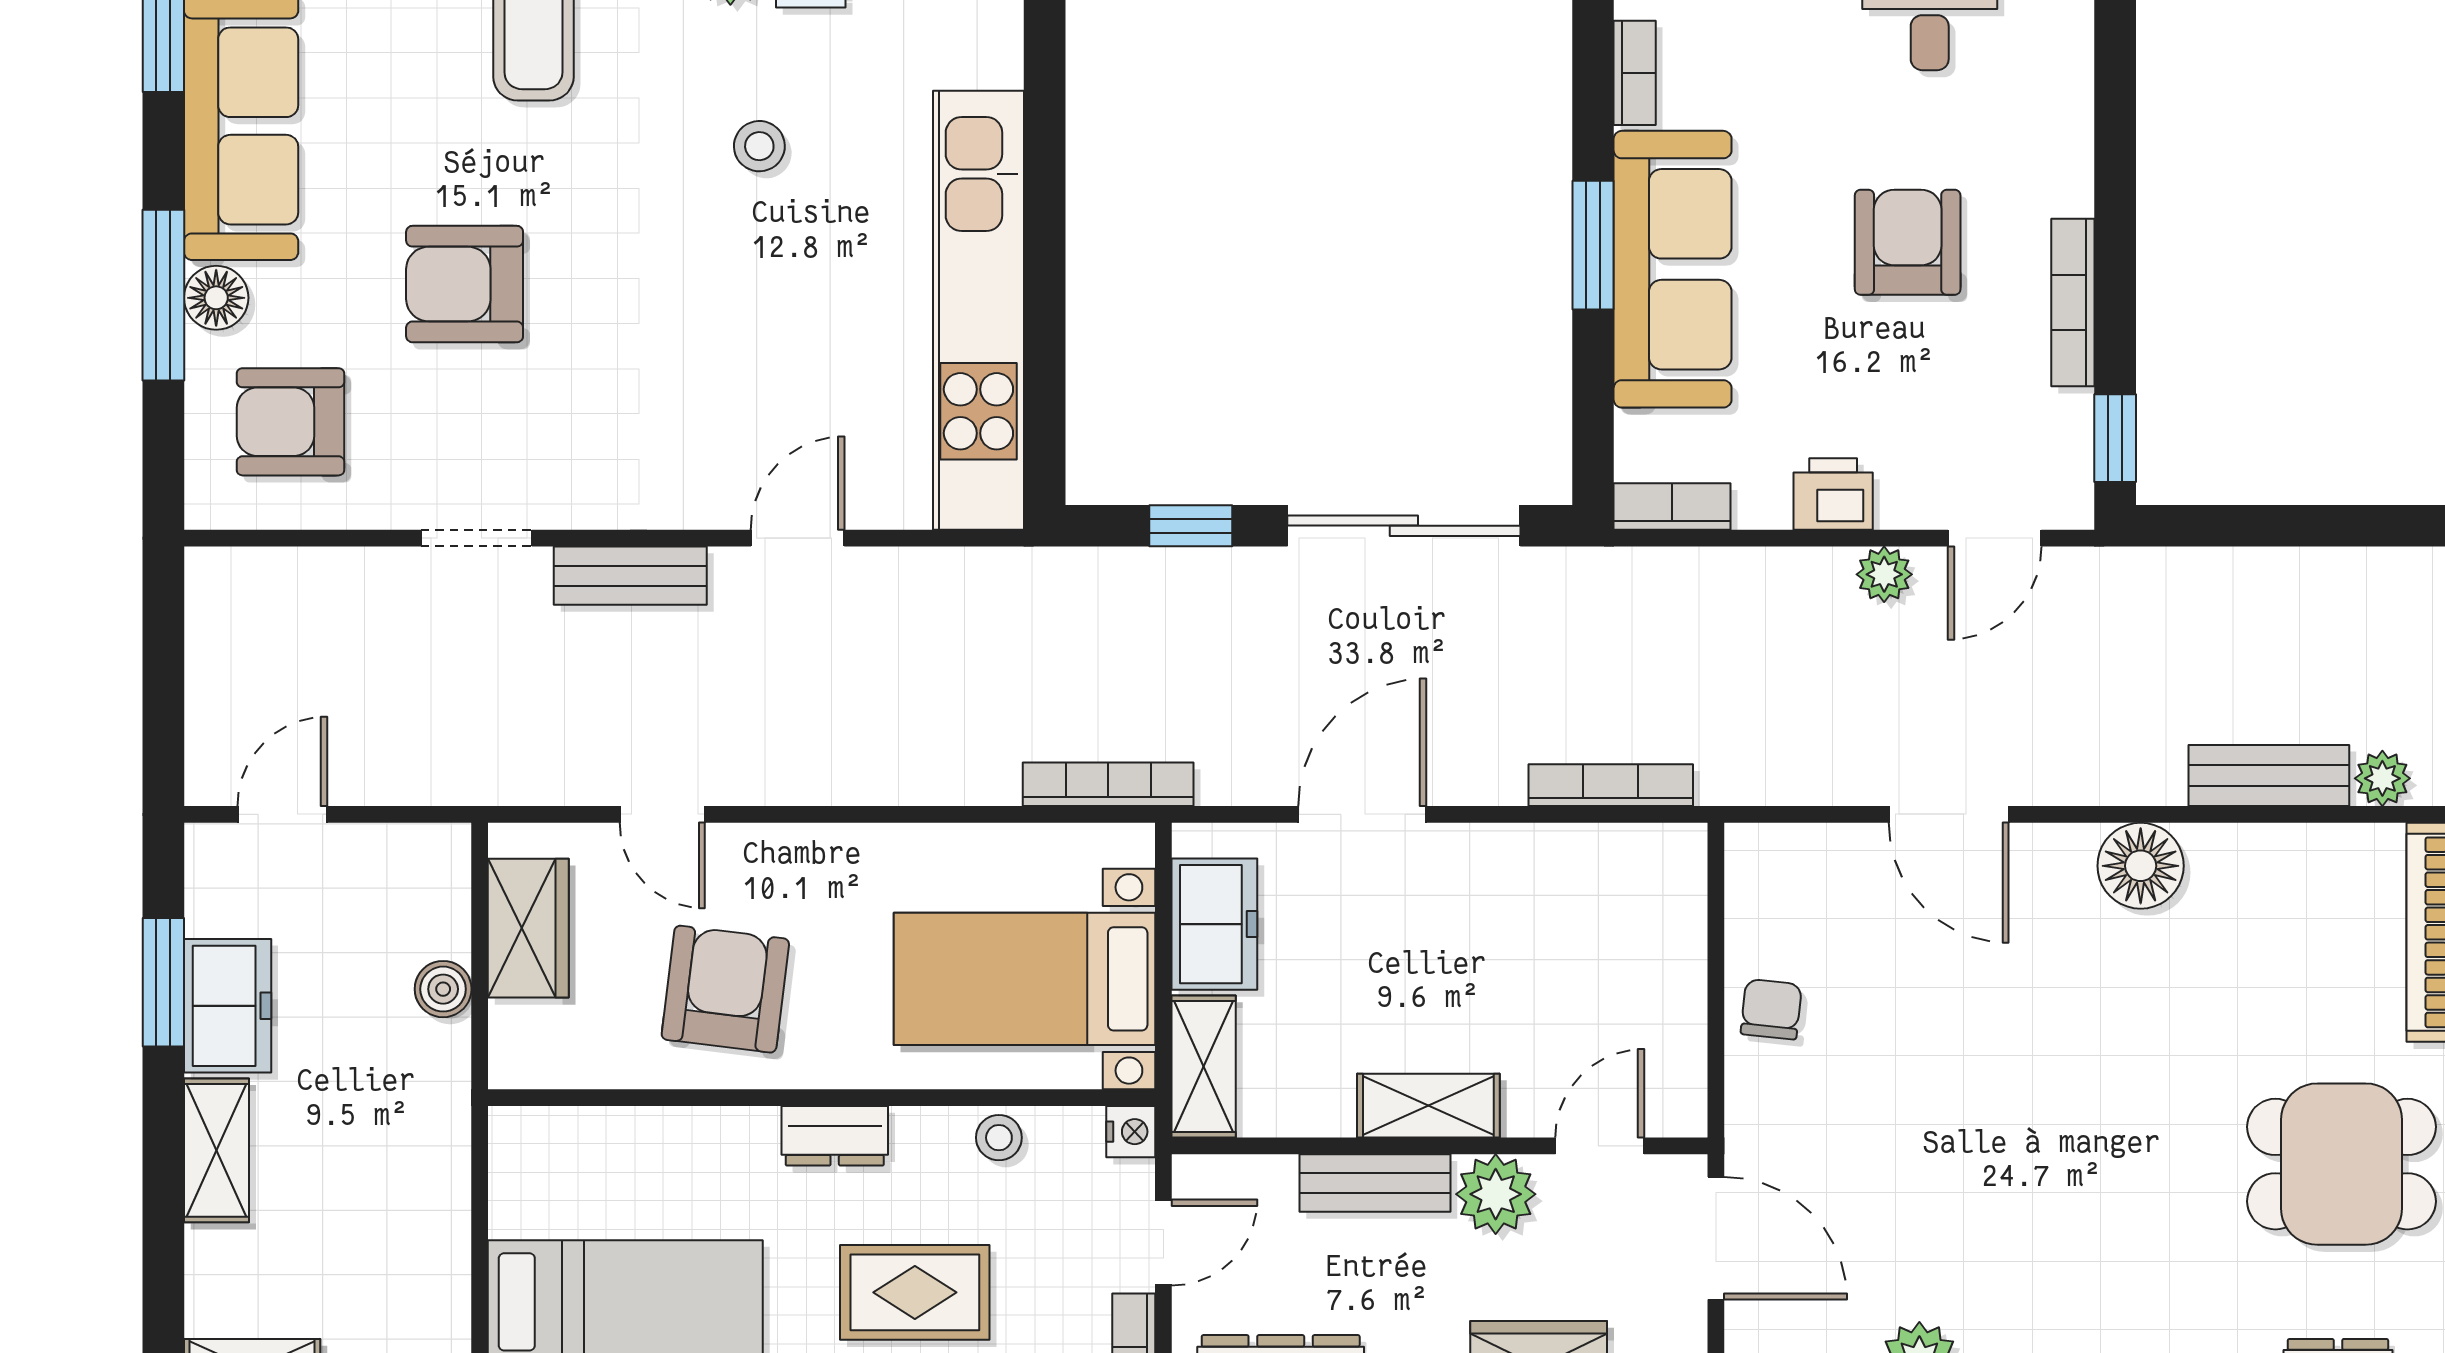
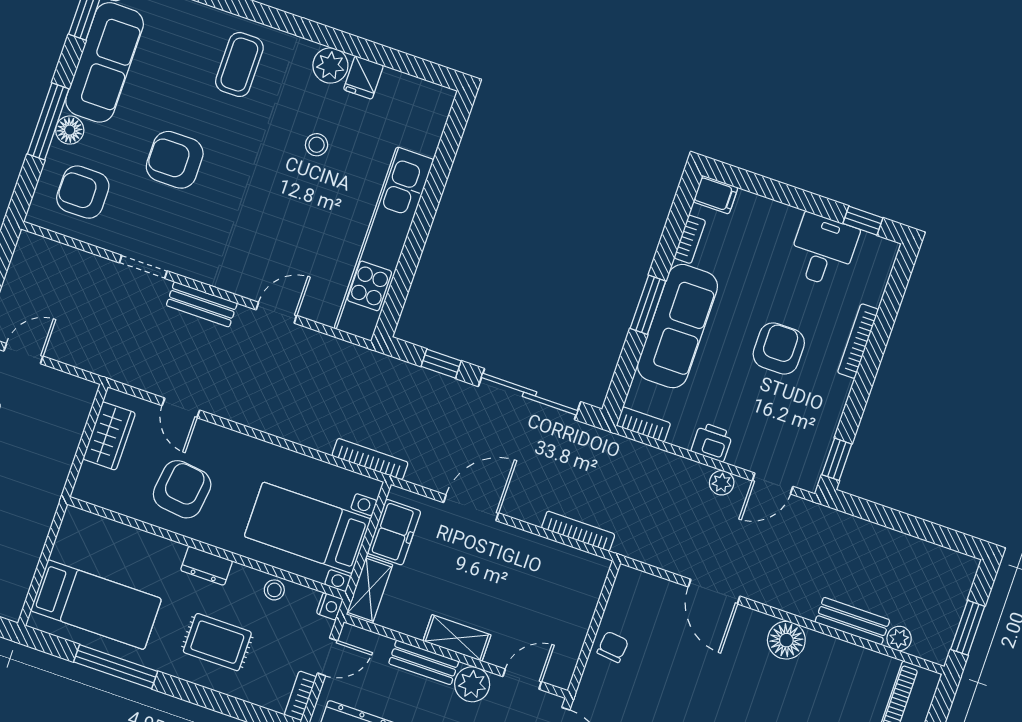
bookcase: (2073, 303) -> (858, 341), moved
boiler: (443, 989) -> (65, 449), removed

